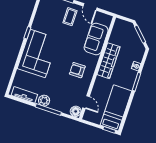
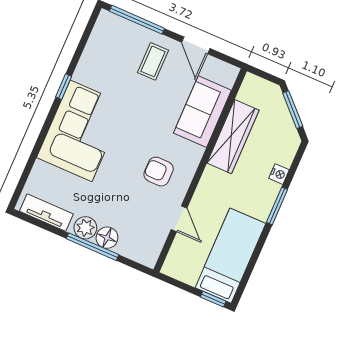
wardrobe: (108, 61) -> (233, 137), moved
door: (86, 102) -> (179, 219), moved
floor lamp: (76, 111) -> (107, 238), moved

